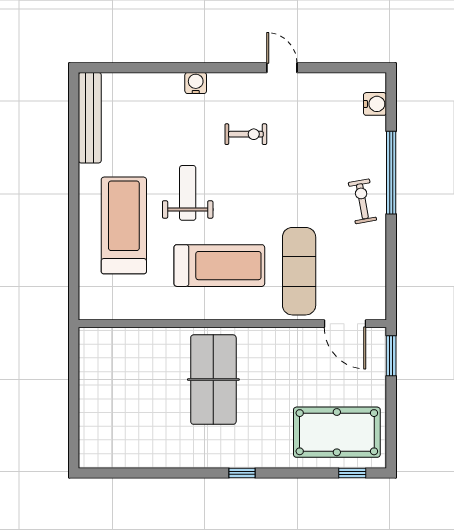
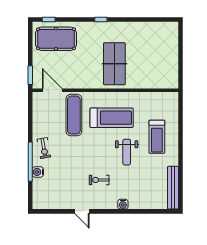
water cooler: (375, 104) -> (38, 172), moved
treadmill: (124, 225) -> (157, 137), width x0.73, depth x0.73
treadmill: (219, 266) -> (112, 118), turned 180

